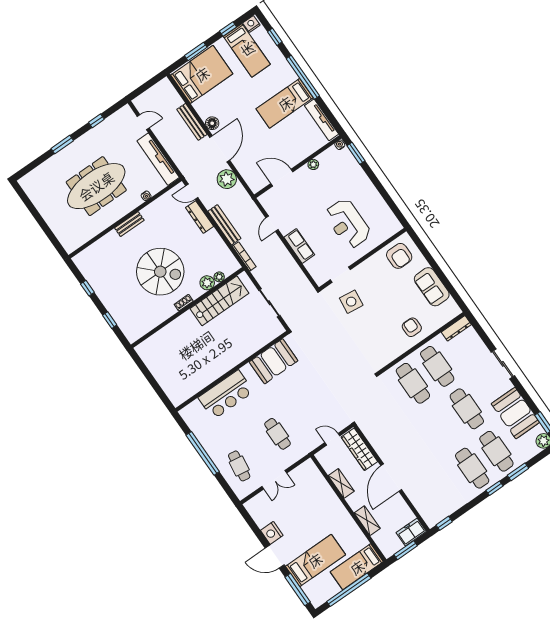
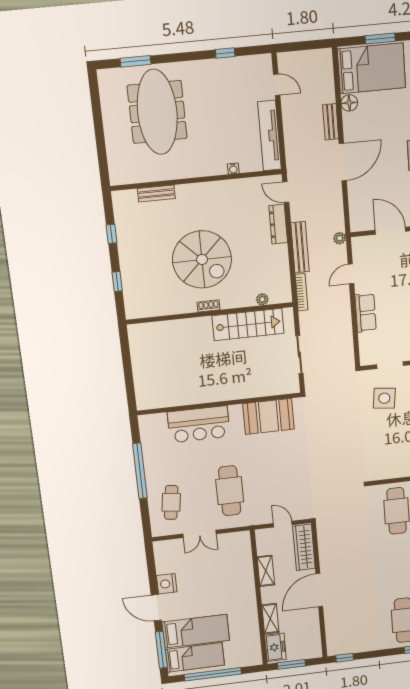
bench: (192, 122) -> (331, 122), width x0.73
floor lamp: (212, 123) -> (349, 103), moved
window: (62, 145) -> (135, 61), moved
plant: (227, 179) -> (340, 238), moved, width x0.53, depth x0.53
meeting table: (96, 186) -> (157, 112), moved, turned 90
bench: (129, 224) -> (156, 194), moved
plant: (207, 283) -> (246, 299), removed
cafe table: (278, 434) -> (230, 491), width x1.37, depth x1.35
freezer: (411, 532) -> (275, 647), moved, turned 90
bed: (357, 567) -> (195, 657), moved, turned 180

